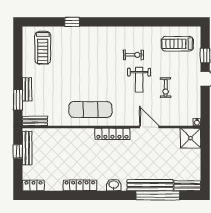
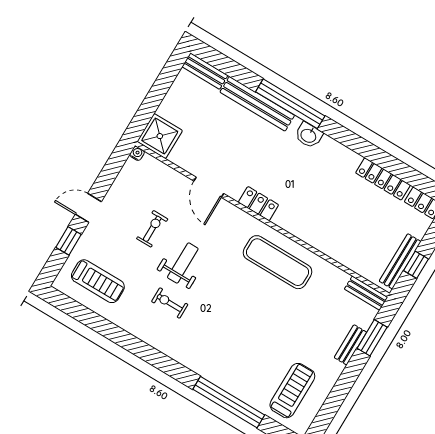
window: (72, 22) -> (229, 402), width x3.17
locker: (112, 134) -> (258, 204), width x0.66
locker: (80, 185) -> (383, 179), moved
window: (158, 195) -> (290, 104), moved

